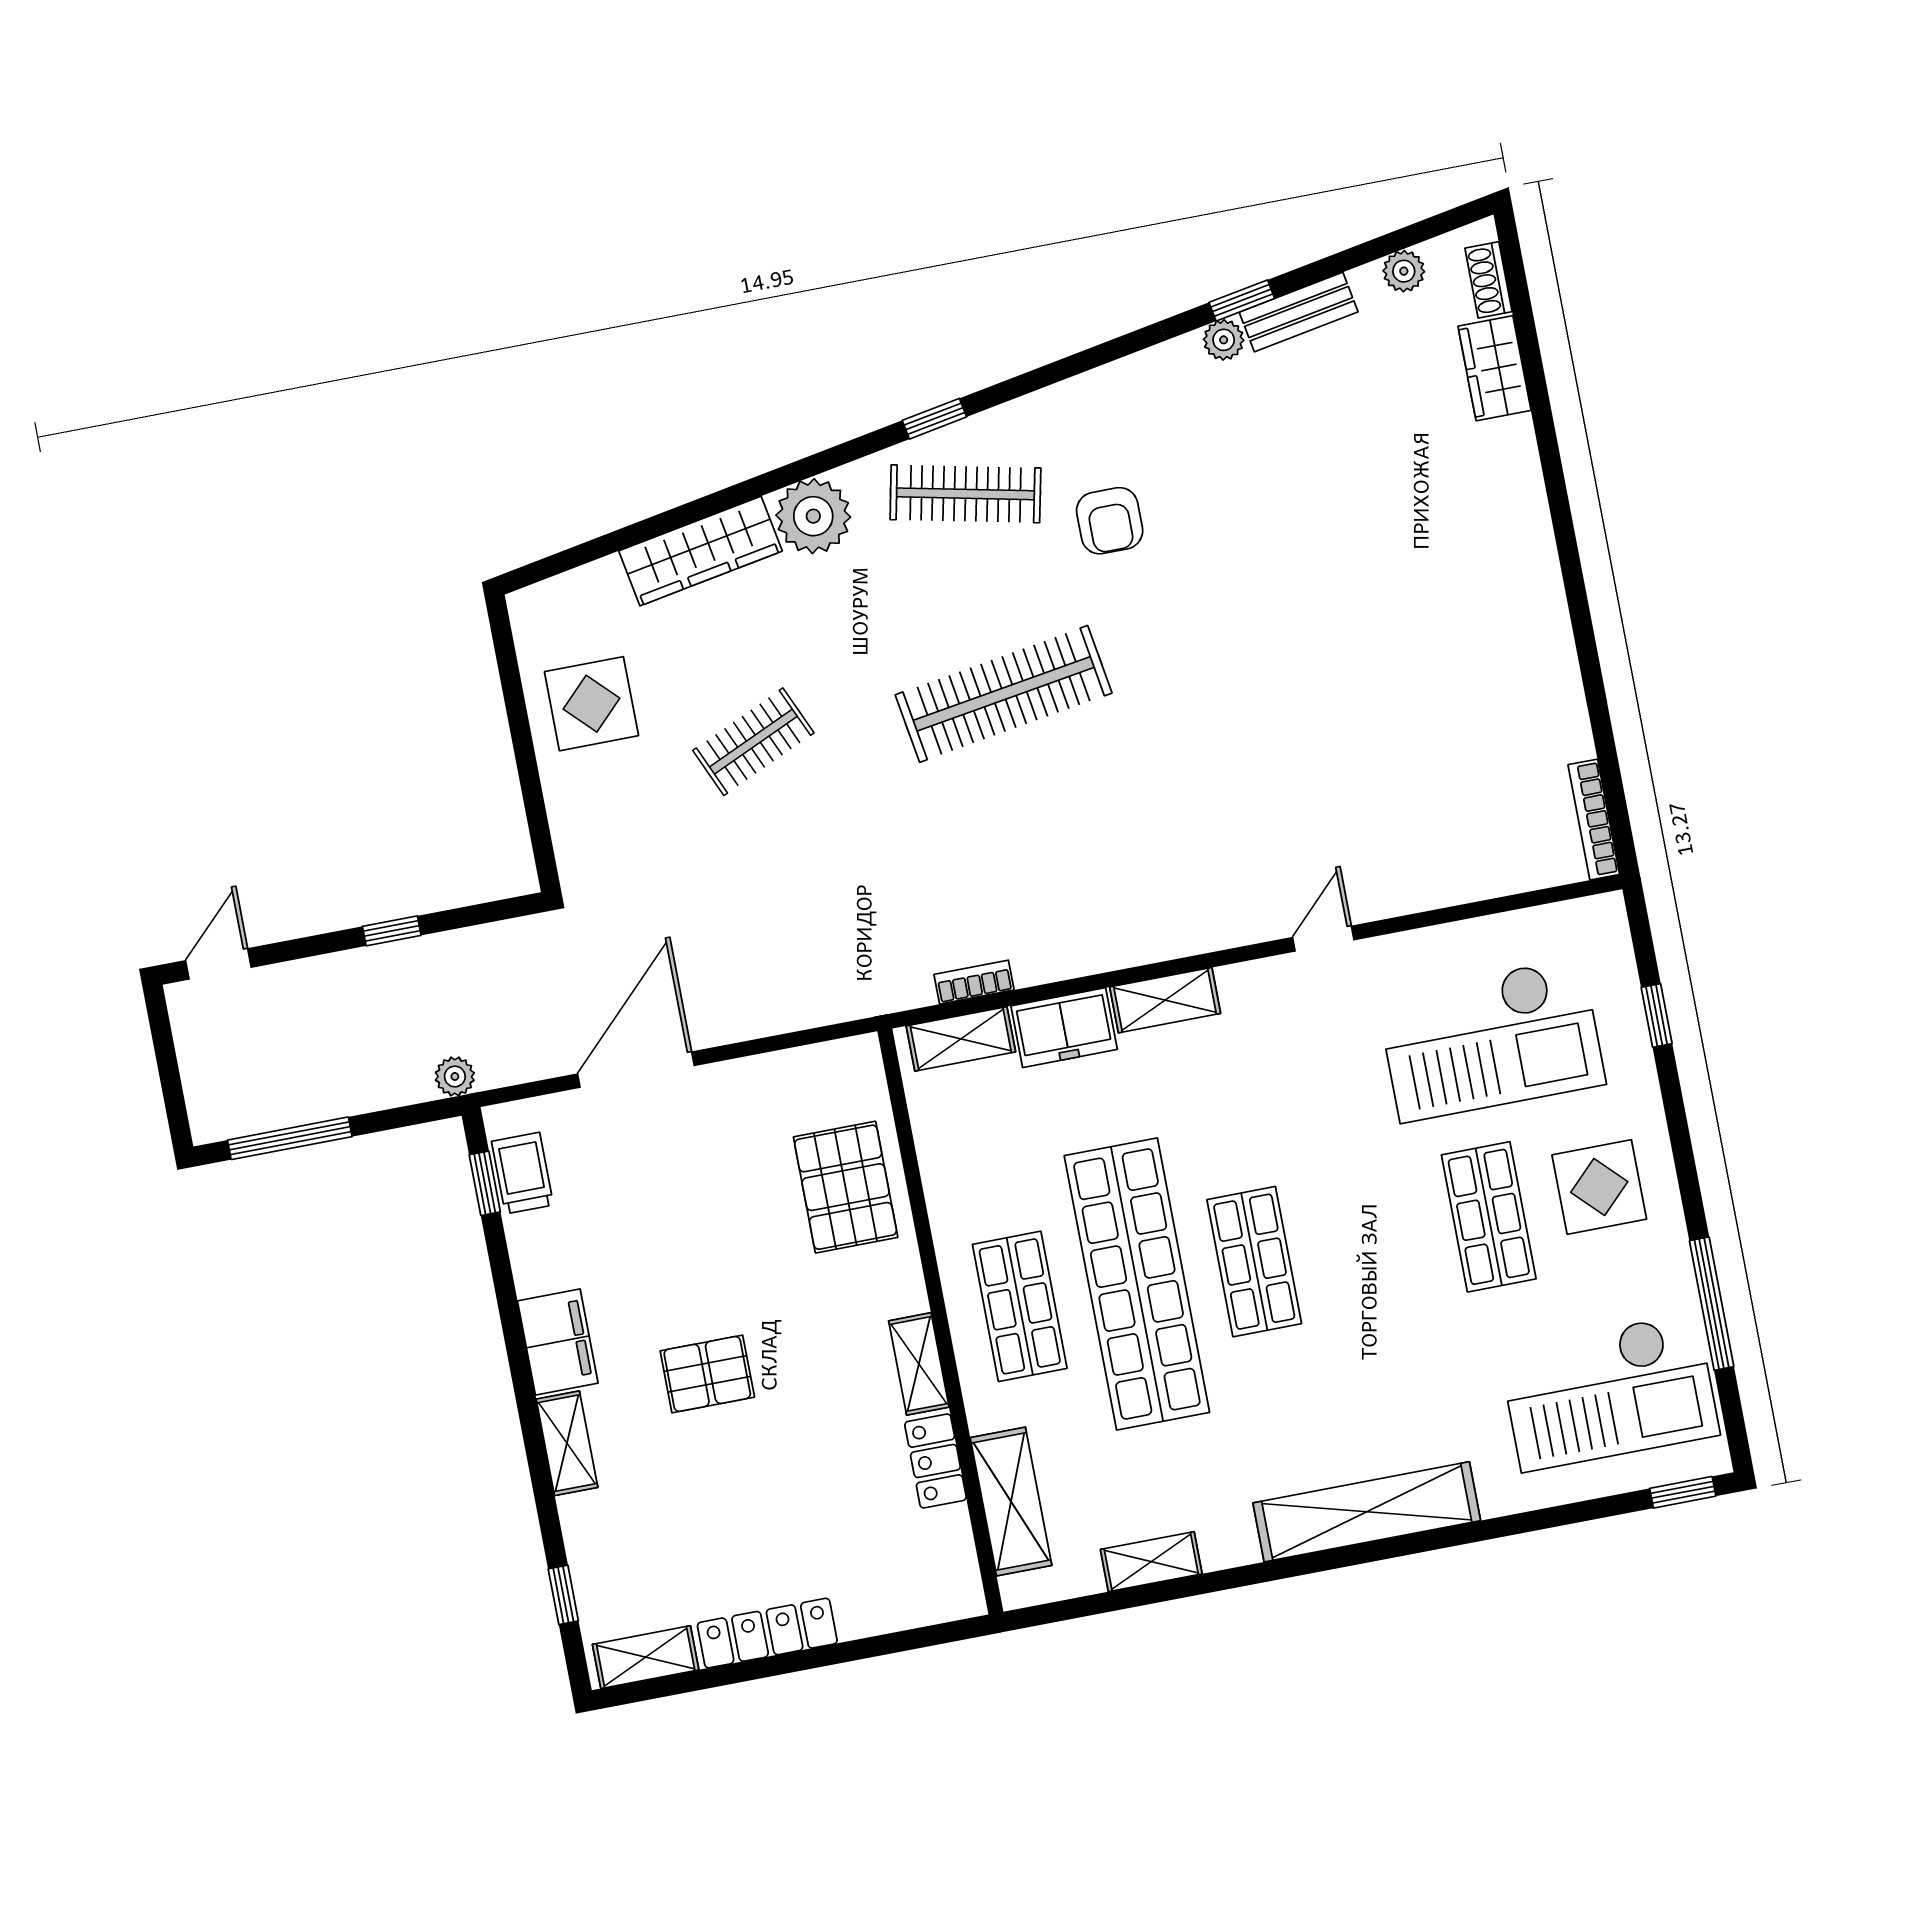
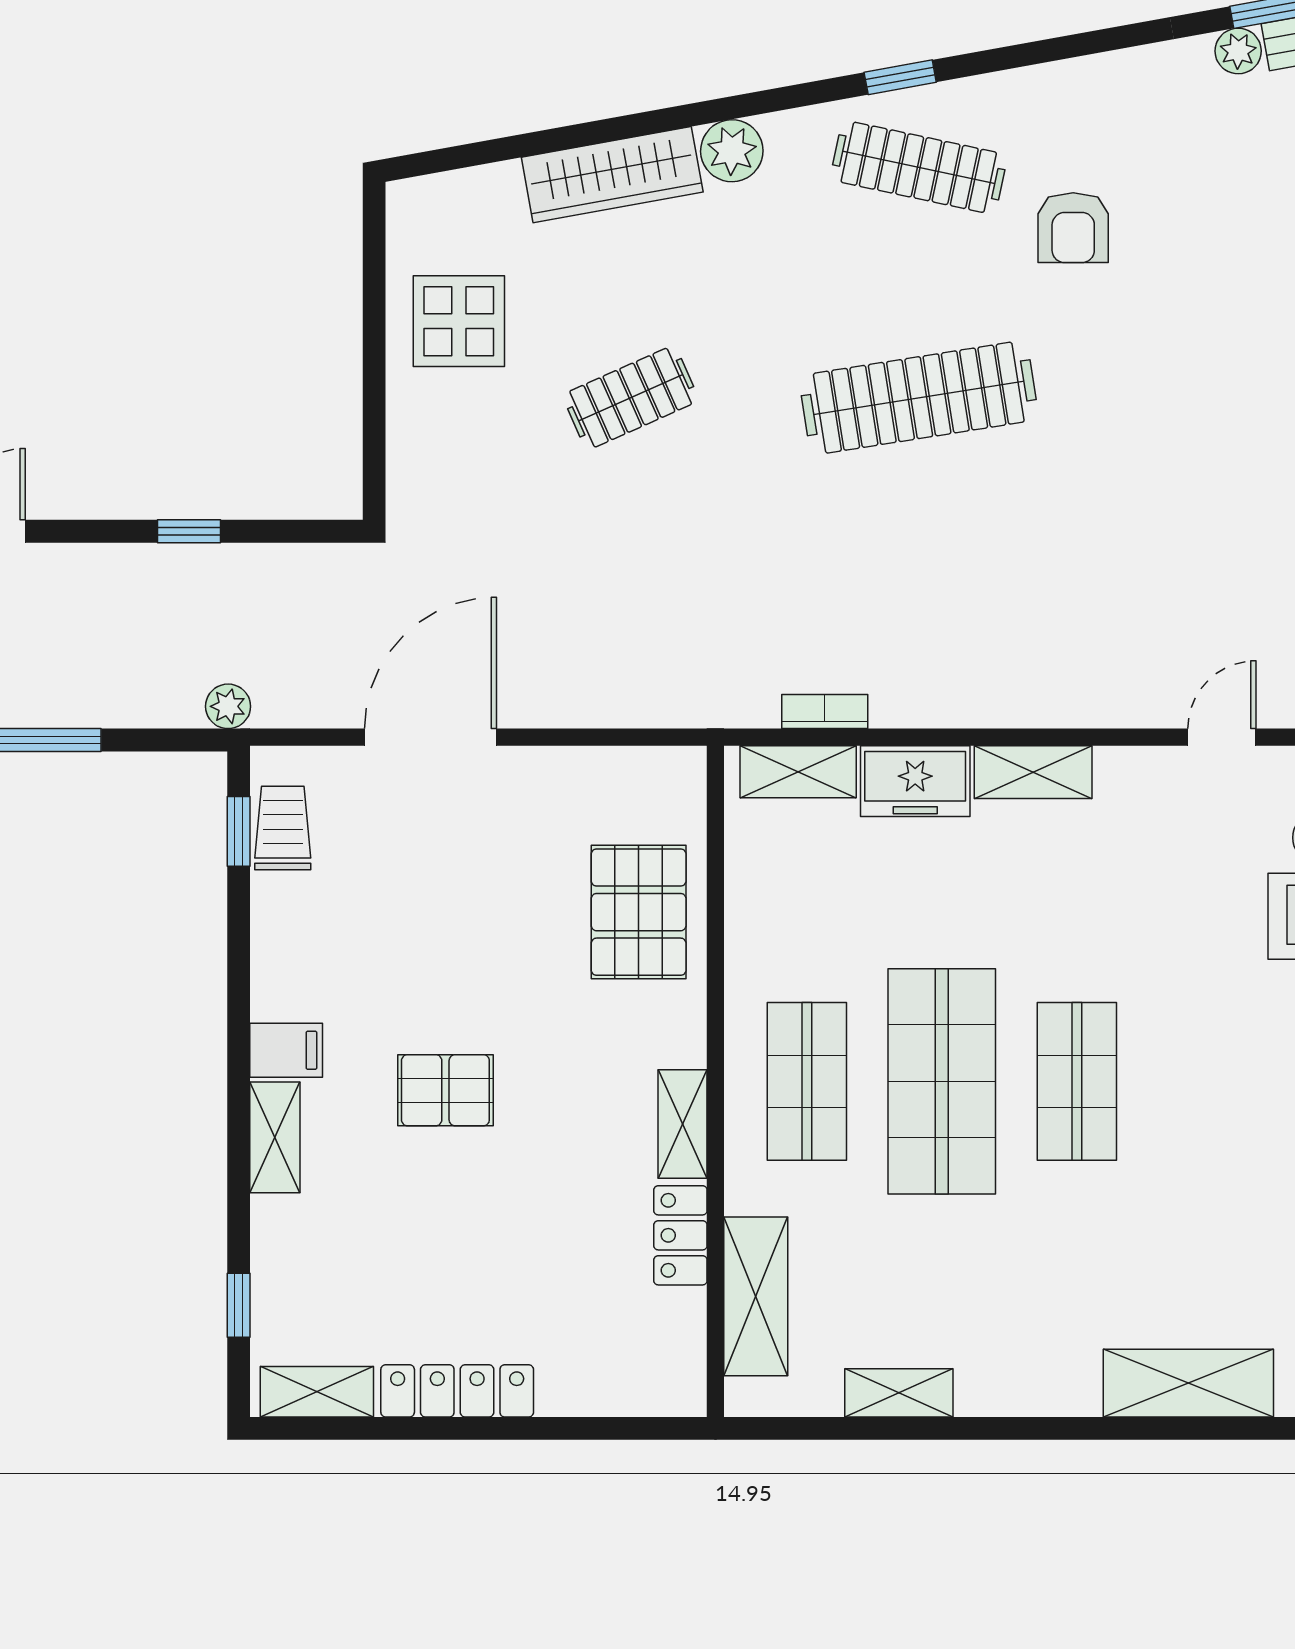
plant: (813, 516) -> (732, 151), width x0.73, depth x0.73
shop shelf: (1137, 1284) -> (942, 1081), width x0.71
filing cabinet: (558, 1342) -> (286, 1050), width x0.50
shelving: (1367, 1512) -> (1188, 1383), width x0.68

